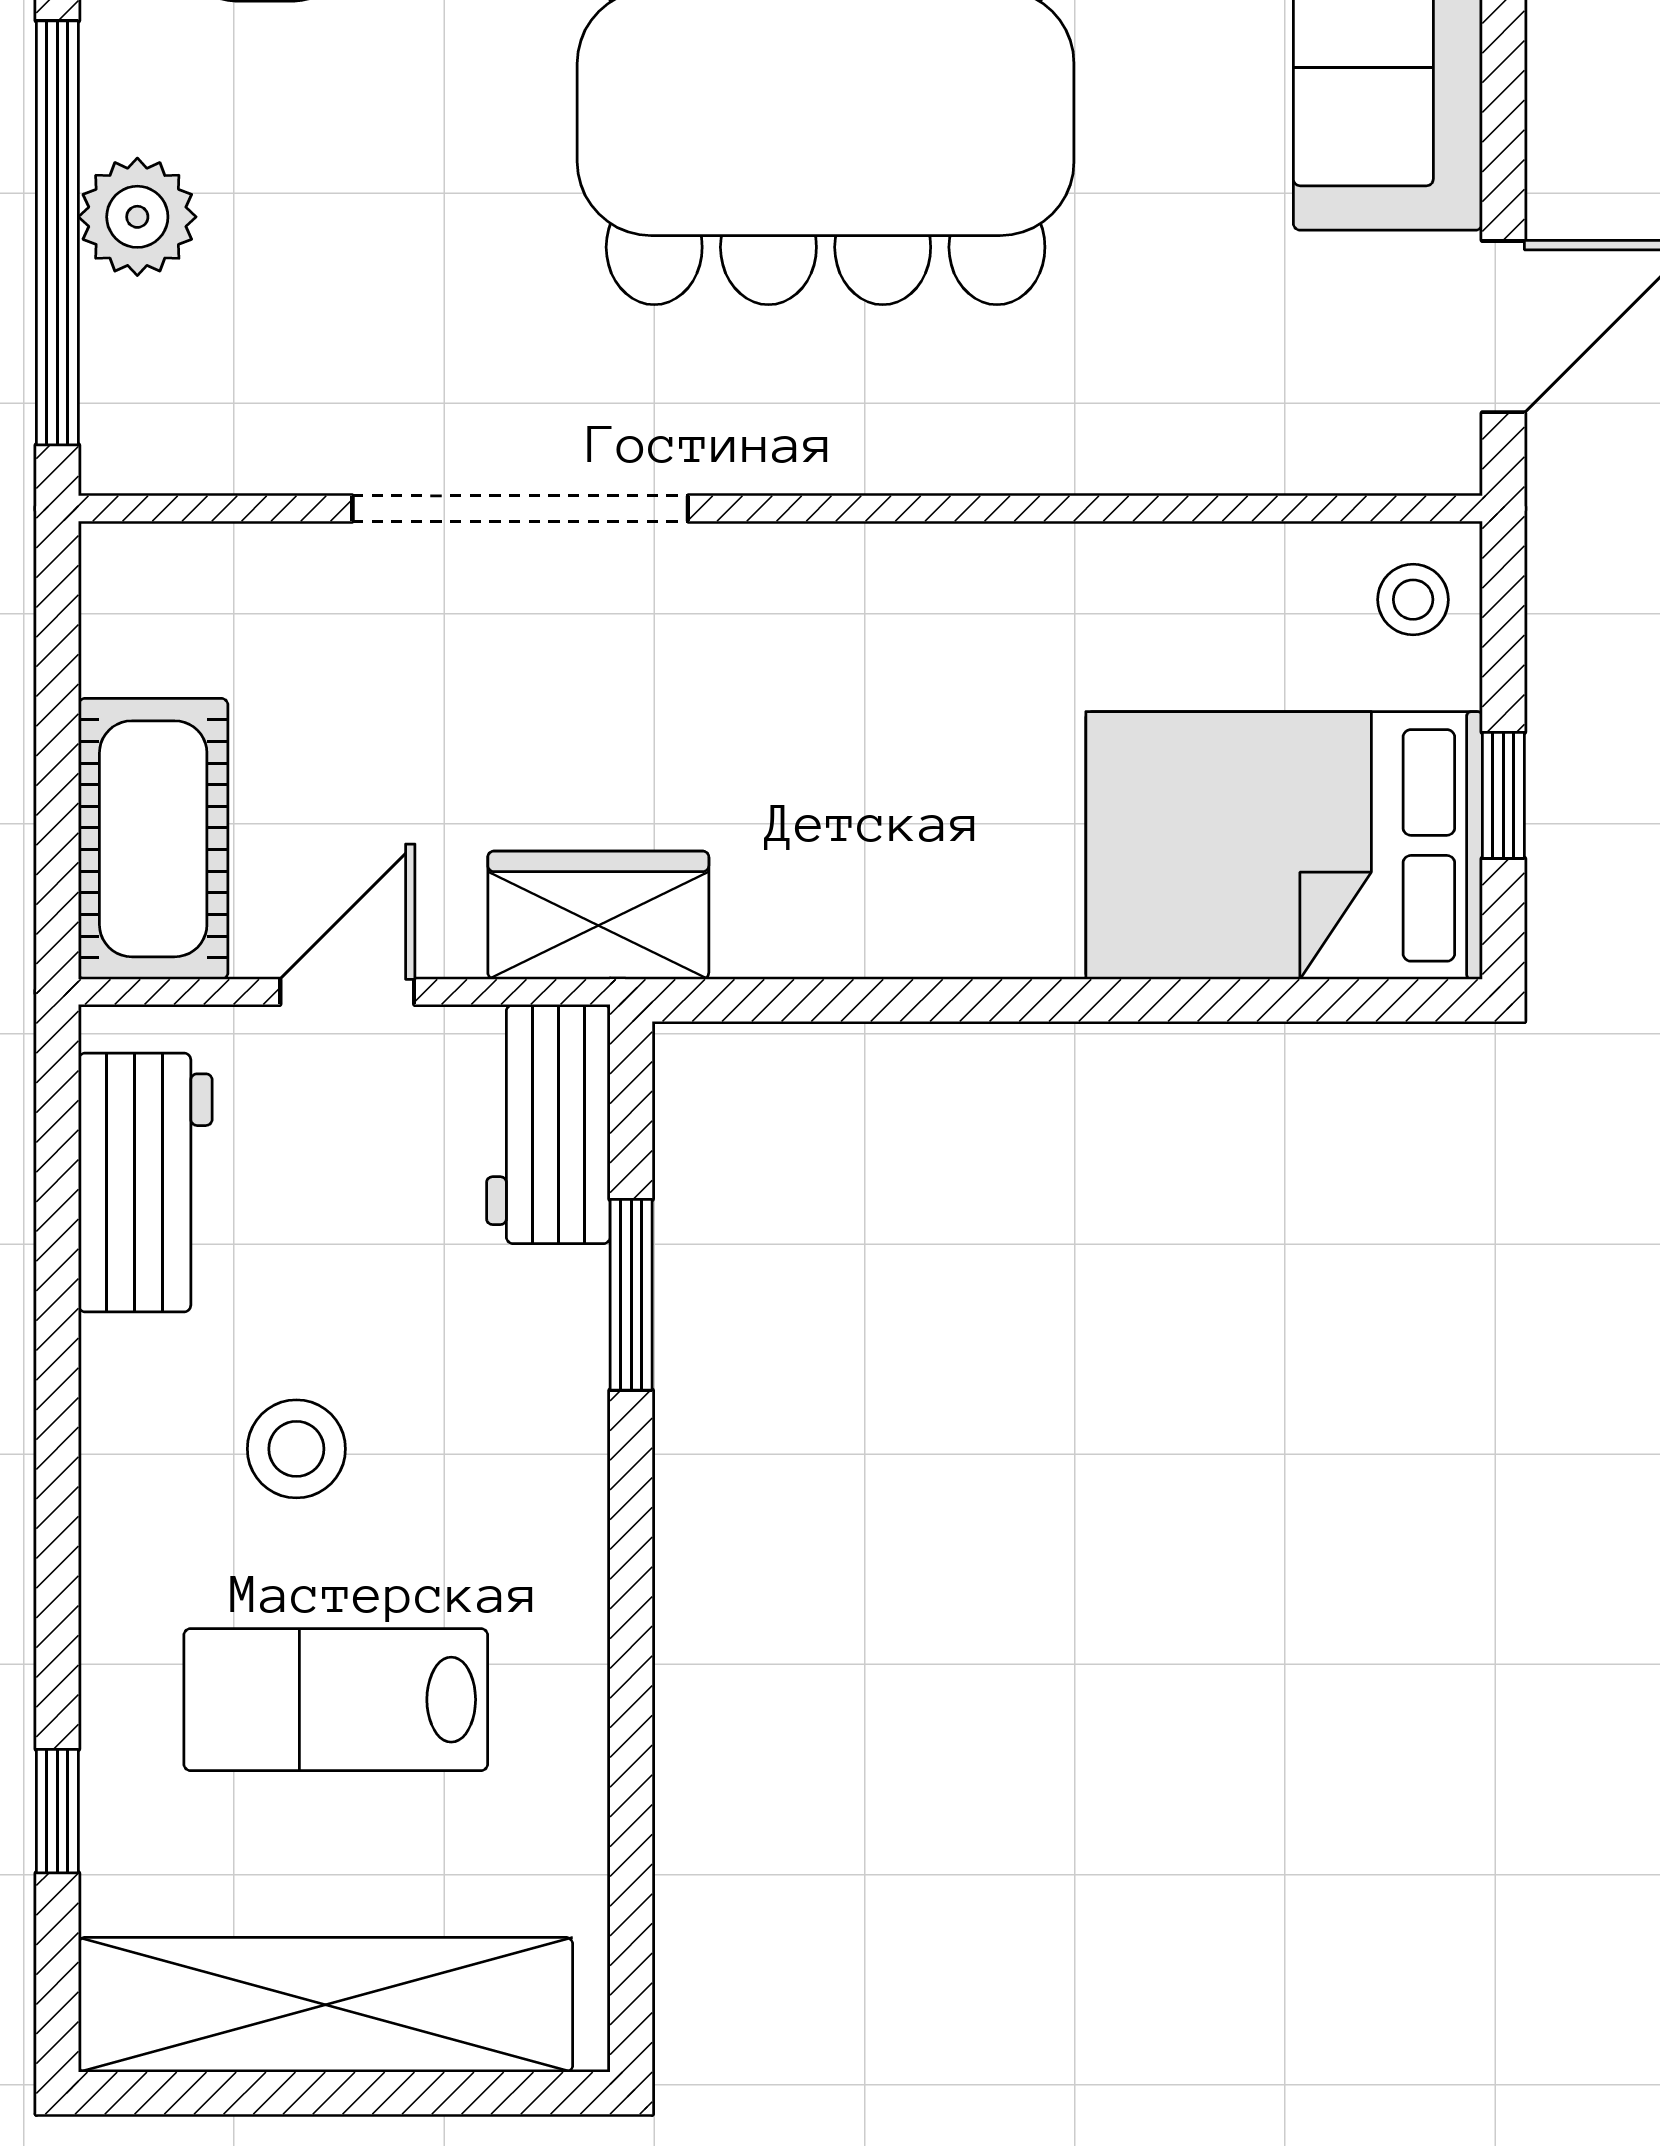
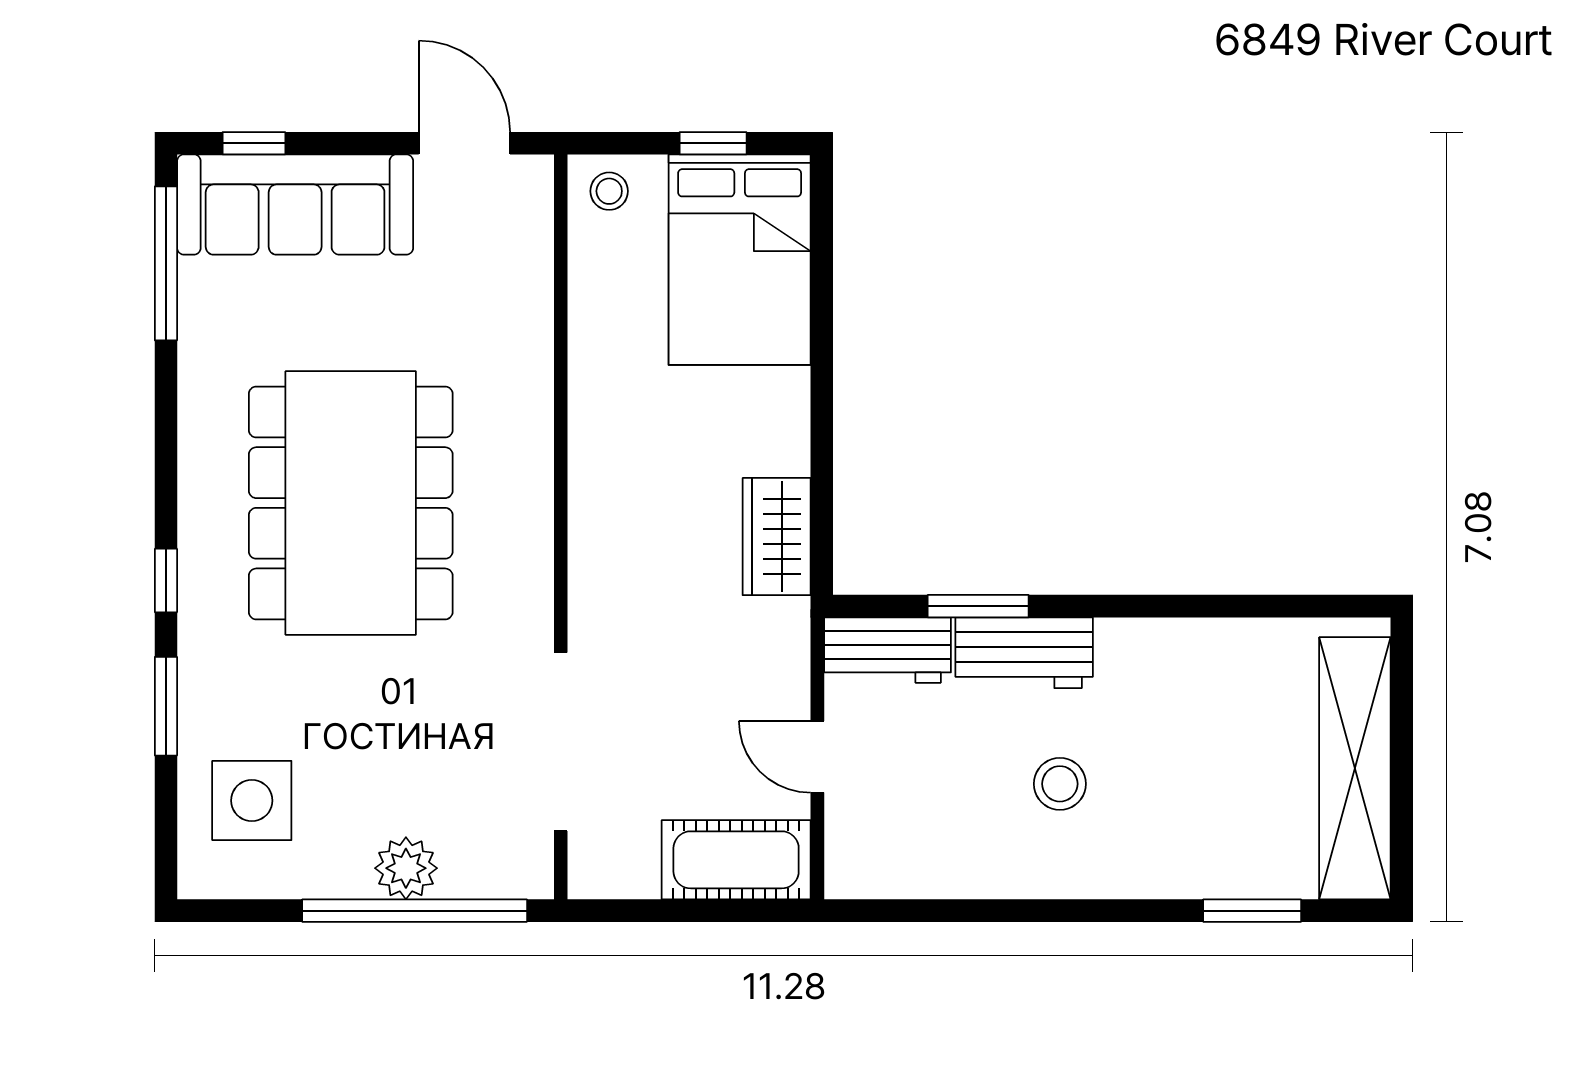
doorway: (520, 508) -> (561, 742), moved
wardrobe: (598, 915) -> (777, 537), moved
workbench: (145, 1182) -> (1024, 653), moved, turned 180
lab bench: (336, 1700) -> (1193, 763), removed
window: (57, 1811) -> (1252, 911), width x1.50

